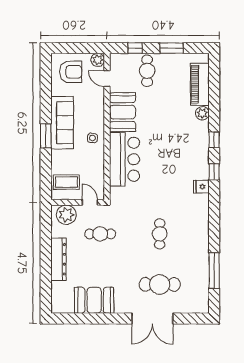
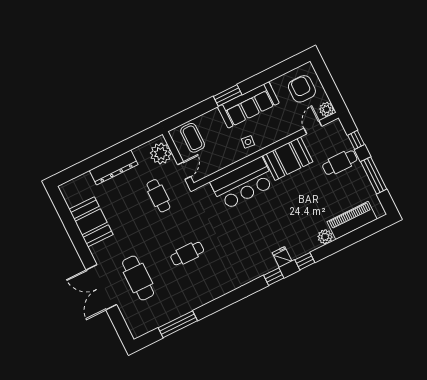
window: (172, 48) -> (374, 175), width x1.44
armchair: (71, 72) -> (302, 89), turned 180
fridge: (201, 187) -> (282, 257), moved

